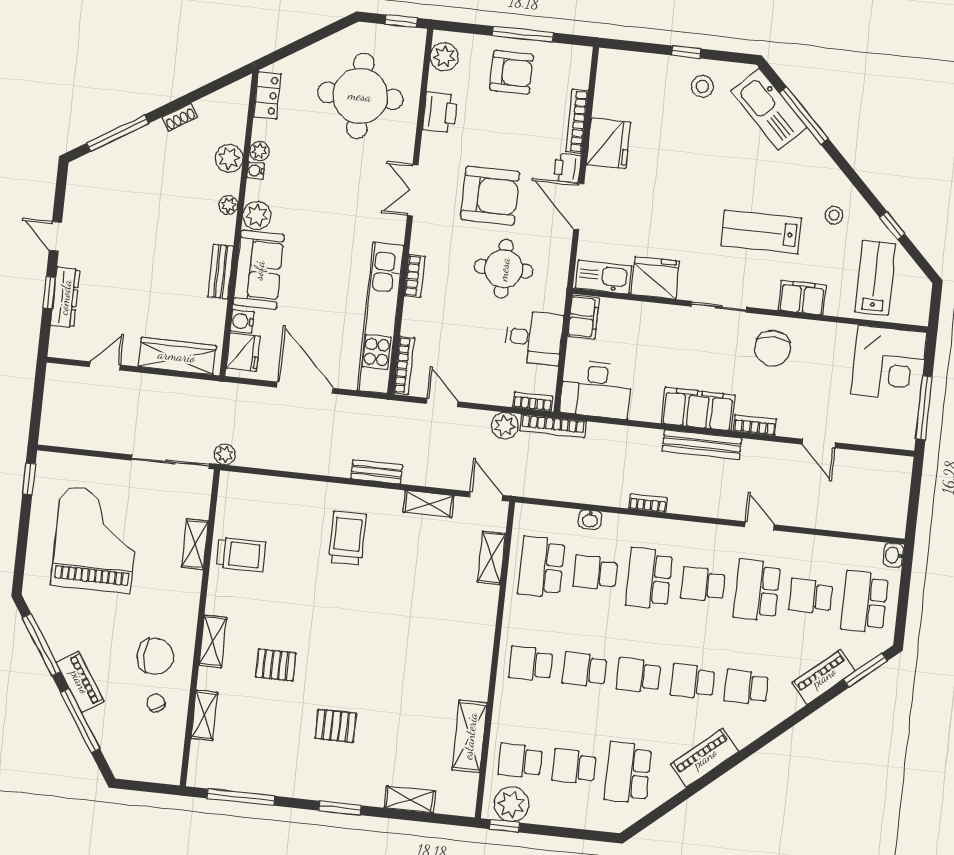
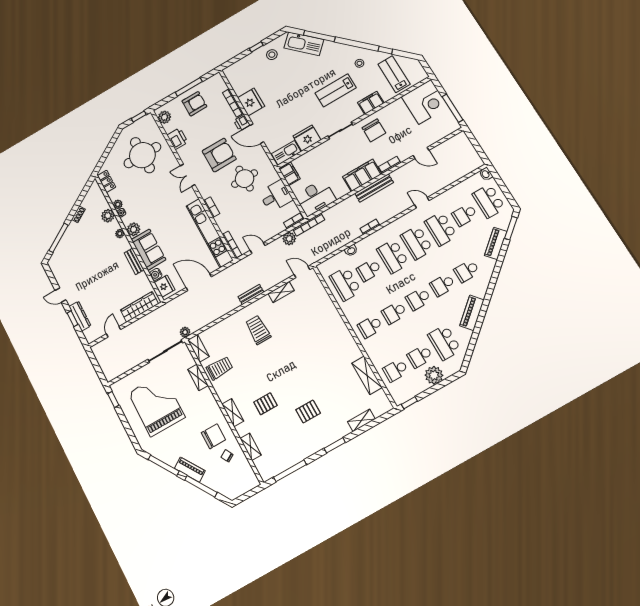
shelving: (491, 558) -> (198, 348), moved
school desk: (703, 584) -> (417, 243), width x1.85
plant: (511, 804) -> (434, 375), moved

